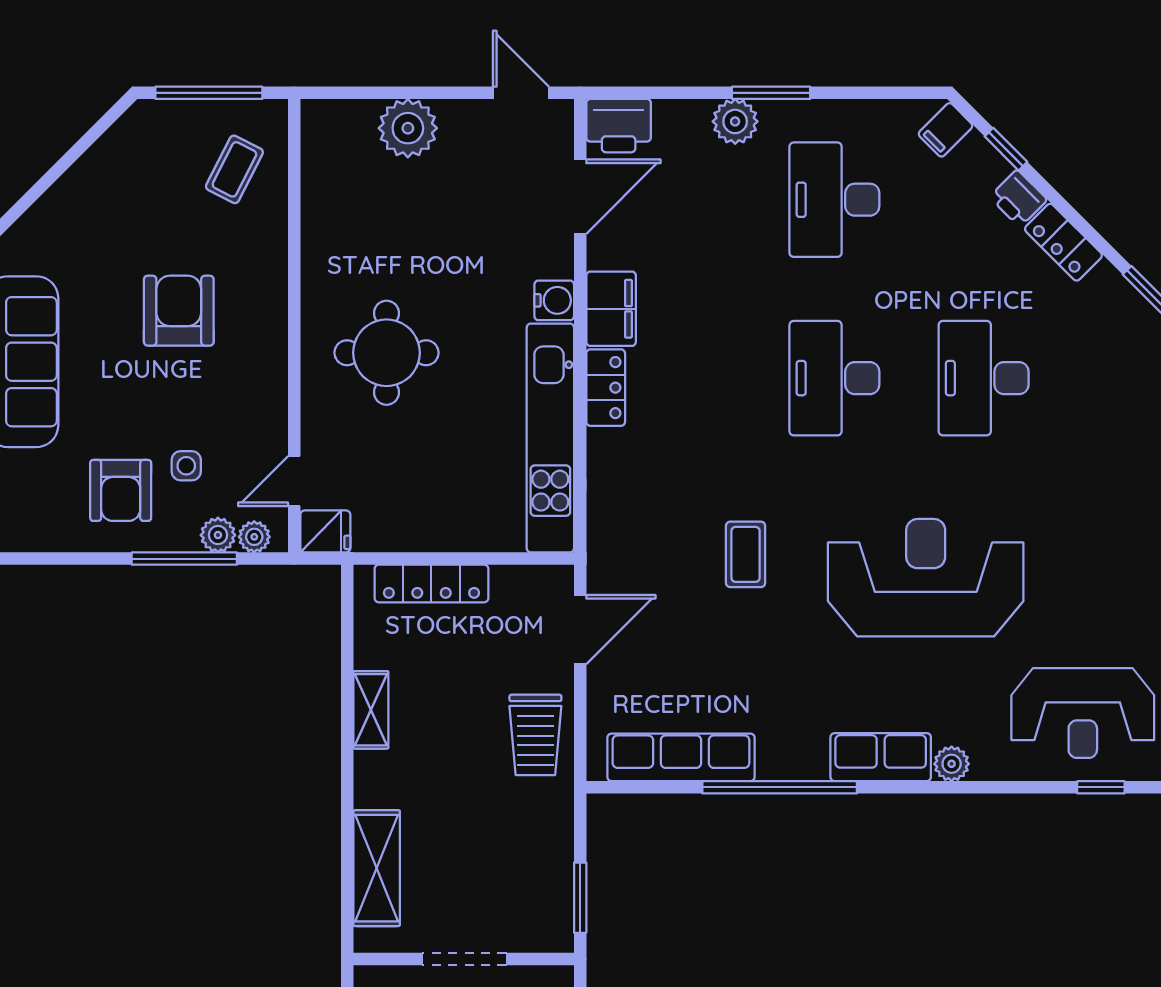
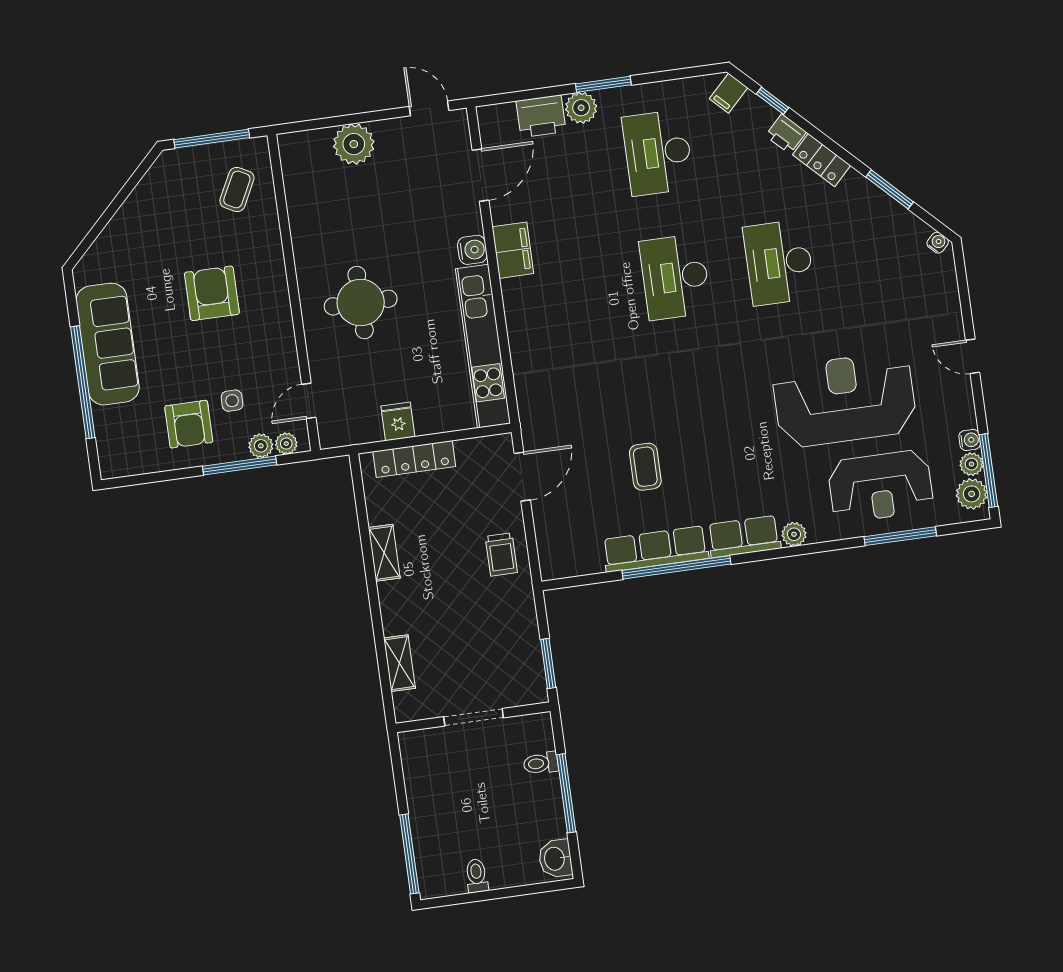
printer: (619, 126) -> (541, 116), moved
locker: (606, 388) -> (517, 306), removed
fridge: (325, 531) -> (398, 421), moved, turned -90
coffee table: (746, 554) -> (645, 467), moved
reception desk: (926, 578) -> (844, 400), moved
trolley: (535, 735) -> (501, 554), width x0.73, depth x0.72
row of seats: (681, 757) -> (655, 549), moved
window: (1101, 787) -> (900, 536), width x2.17
shelving: (377, 868) -> (399, 663), width x0.67, depth x0.75

